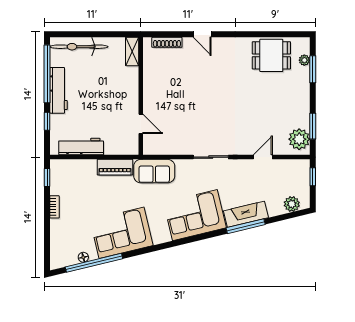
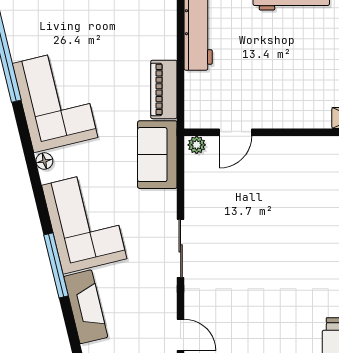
plant: (148, 147) -> (197, 145), added
window: (246, 226) -> (56, 265), moved
floor lamp: (83, 257) -> (44, 161), moved

